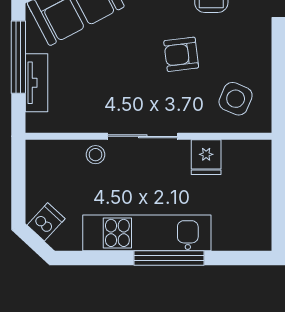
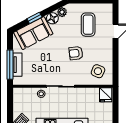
window: (18, 57) -> (10, 65), moved
fridge: (206, 157) -> (106, 95), moved

